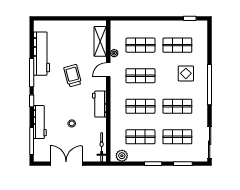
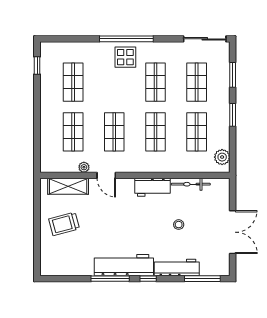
workbench: (42, 54) -> (124, 265), moved
display table: (186, 73) -> (125, 57), moved
trolley: (73, 76) -> (64, 224), moved
bicycle: (102, 147) -> (191, 184), moved
double door: (66, 164) -> (233, 232), swing flipped

